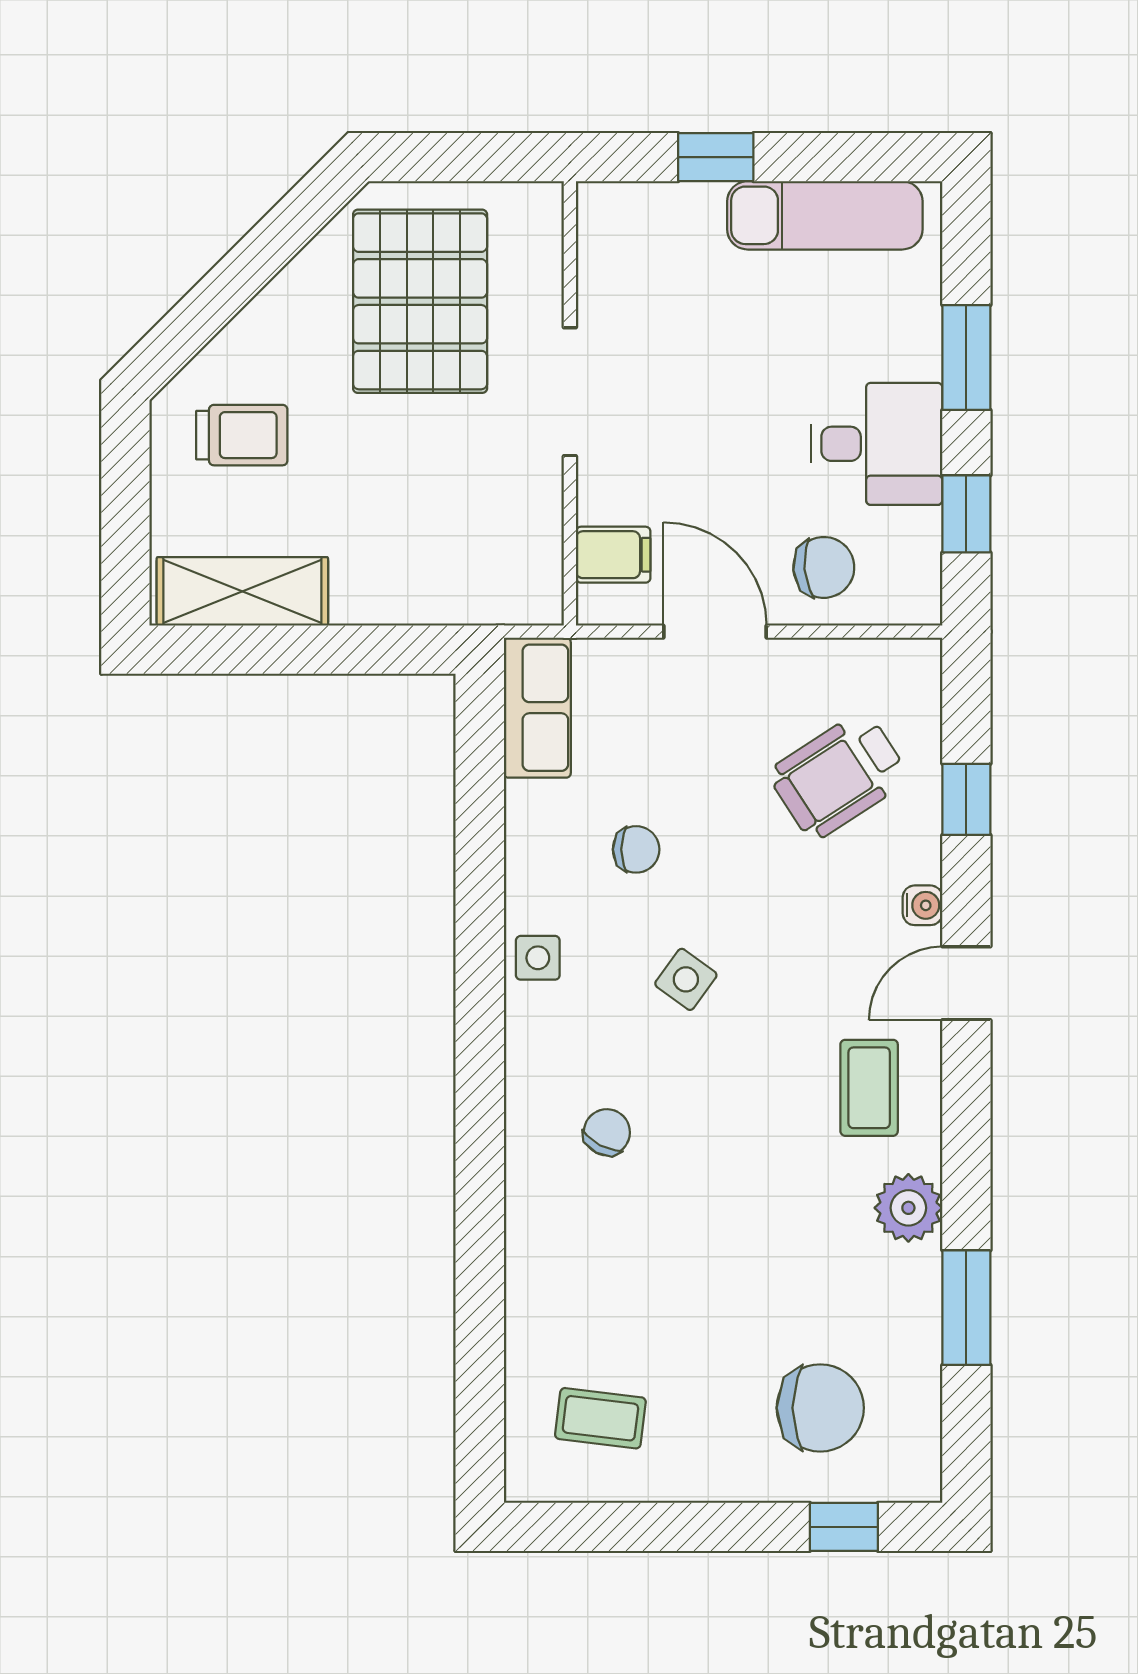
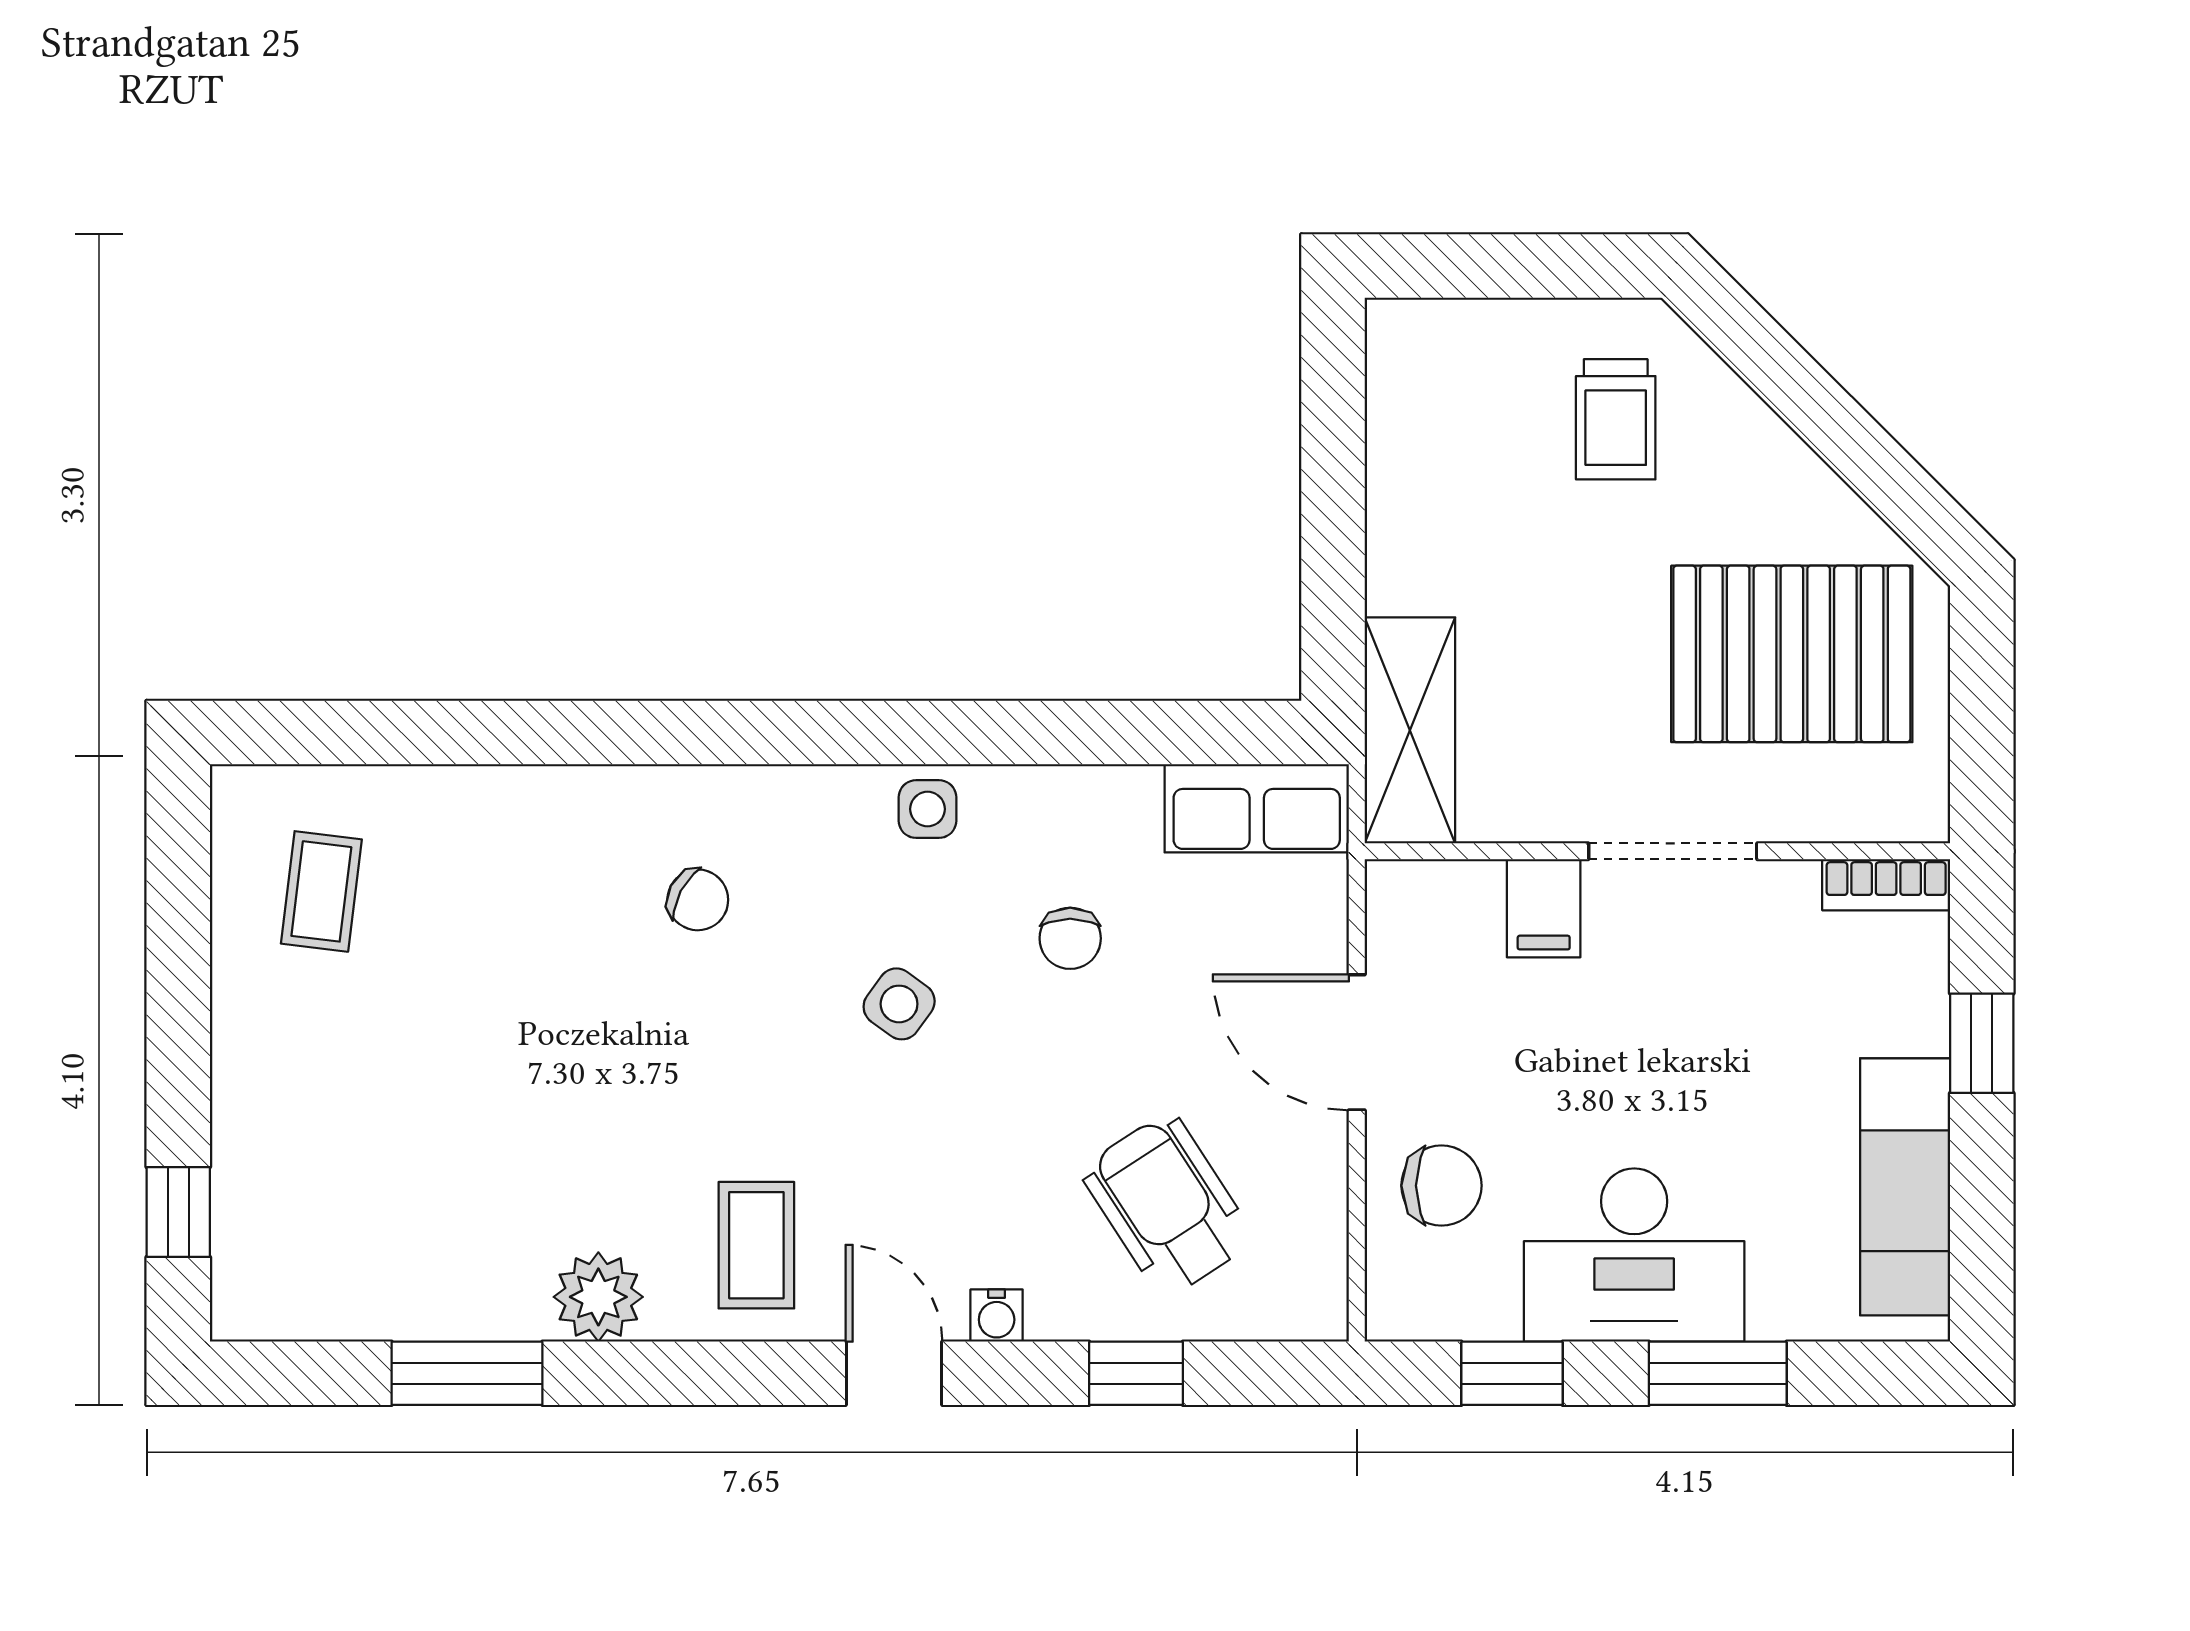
bookcase: (595, 230) -> (1886, 885), added
desk: (877, 444) -> (1634, 1255), width x1.37
filing cabinet: (613, 555) -> (1544, 908), moved
chair: (824, 567) -> (1441, 1186), turned -85
shelving: (242, 591) -> (1410, 730), moved
door: (715, 632) -> (1357, 1042), swing flipped
coffee table: (869, 1088) -> (756, 1245), turned 90
chair: (820, 1408) -> (335, 1181), removed

